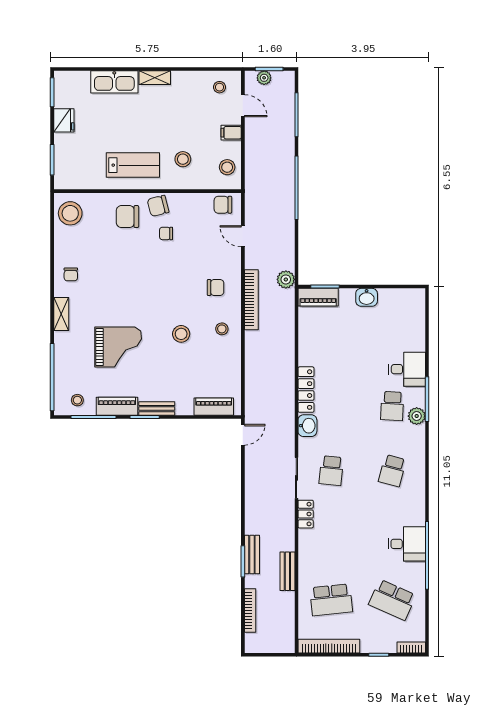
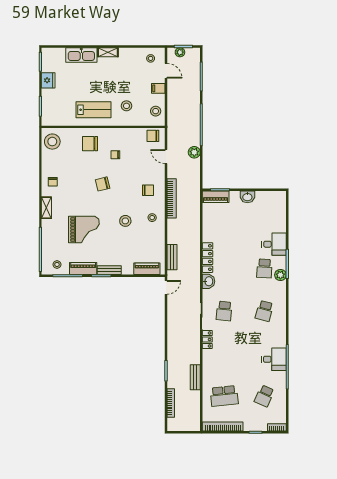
chair: (158, 206) -> (103, 184), moved
plant: (286, 279) -> (194, 152), moved
bench: (252, 554) -> (172, 257), moved
school desk: (392, 600) -> (264, 396), width x0.54

